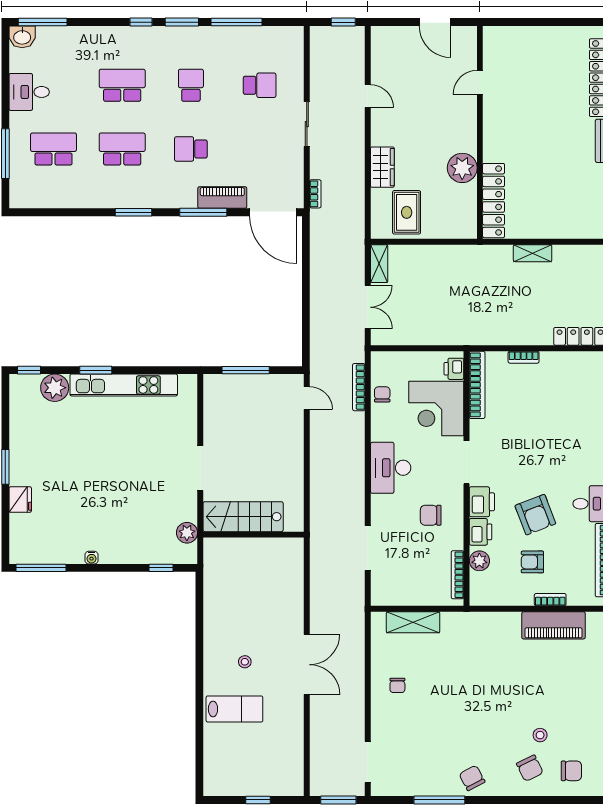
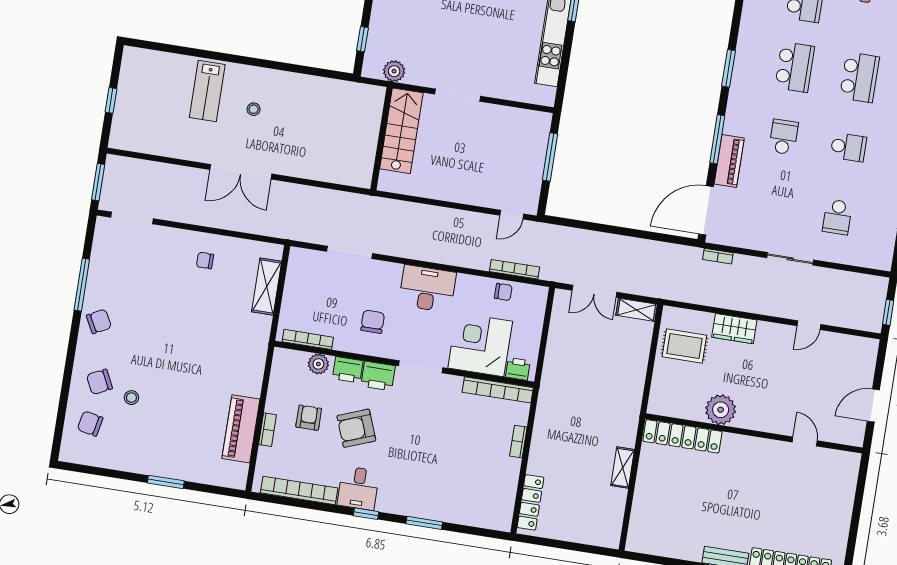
chair: (571, 771) -> (90, 424), turned 101

